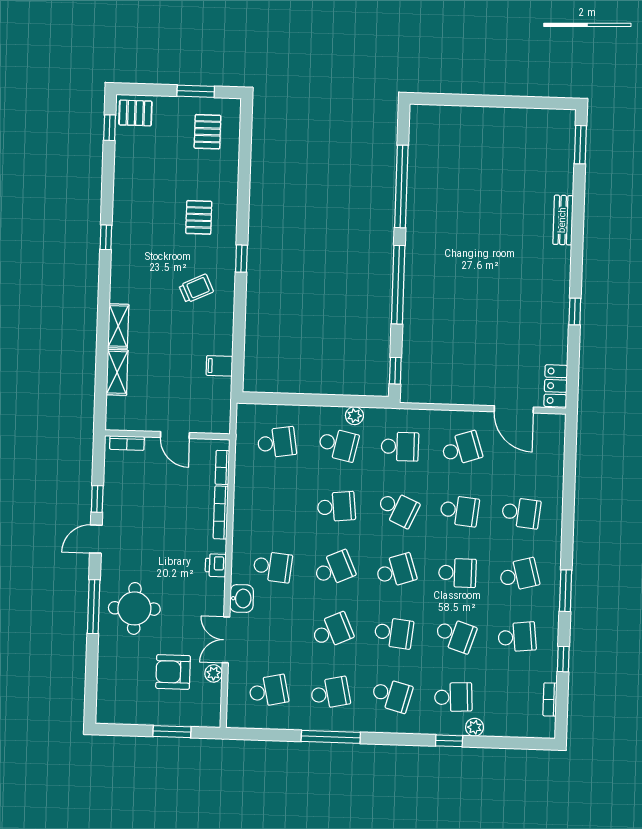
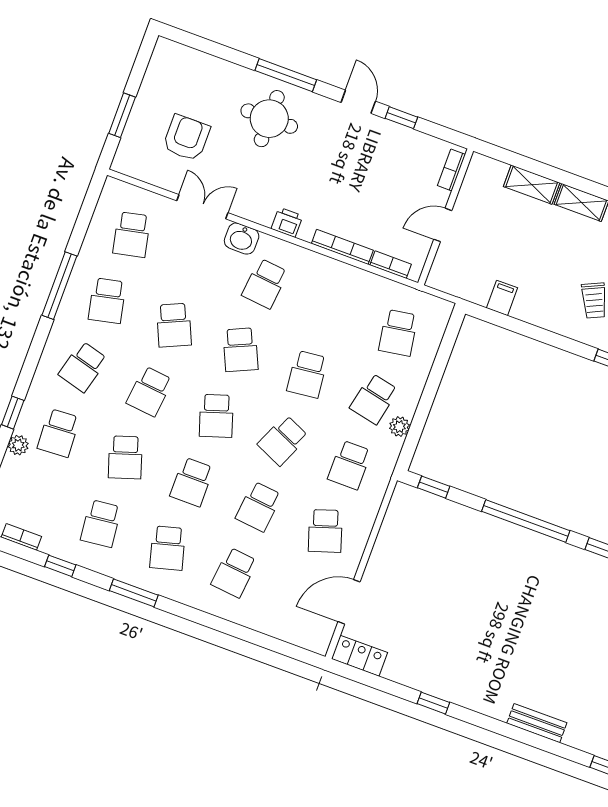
school desk: (455, 635) -> (125, 457), turned -36
plant: (214, 673) -> (170, 181), removed

